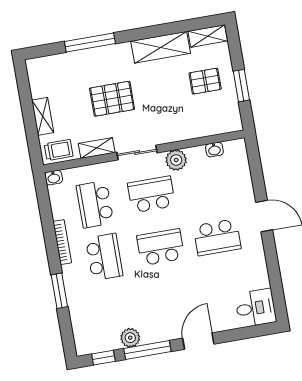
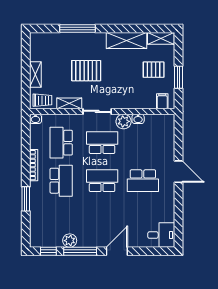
filing cabinet: (225, 123) -> (162, 101), added
washbasin: (214, 150) -> (138, 119), moved

